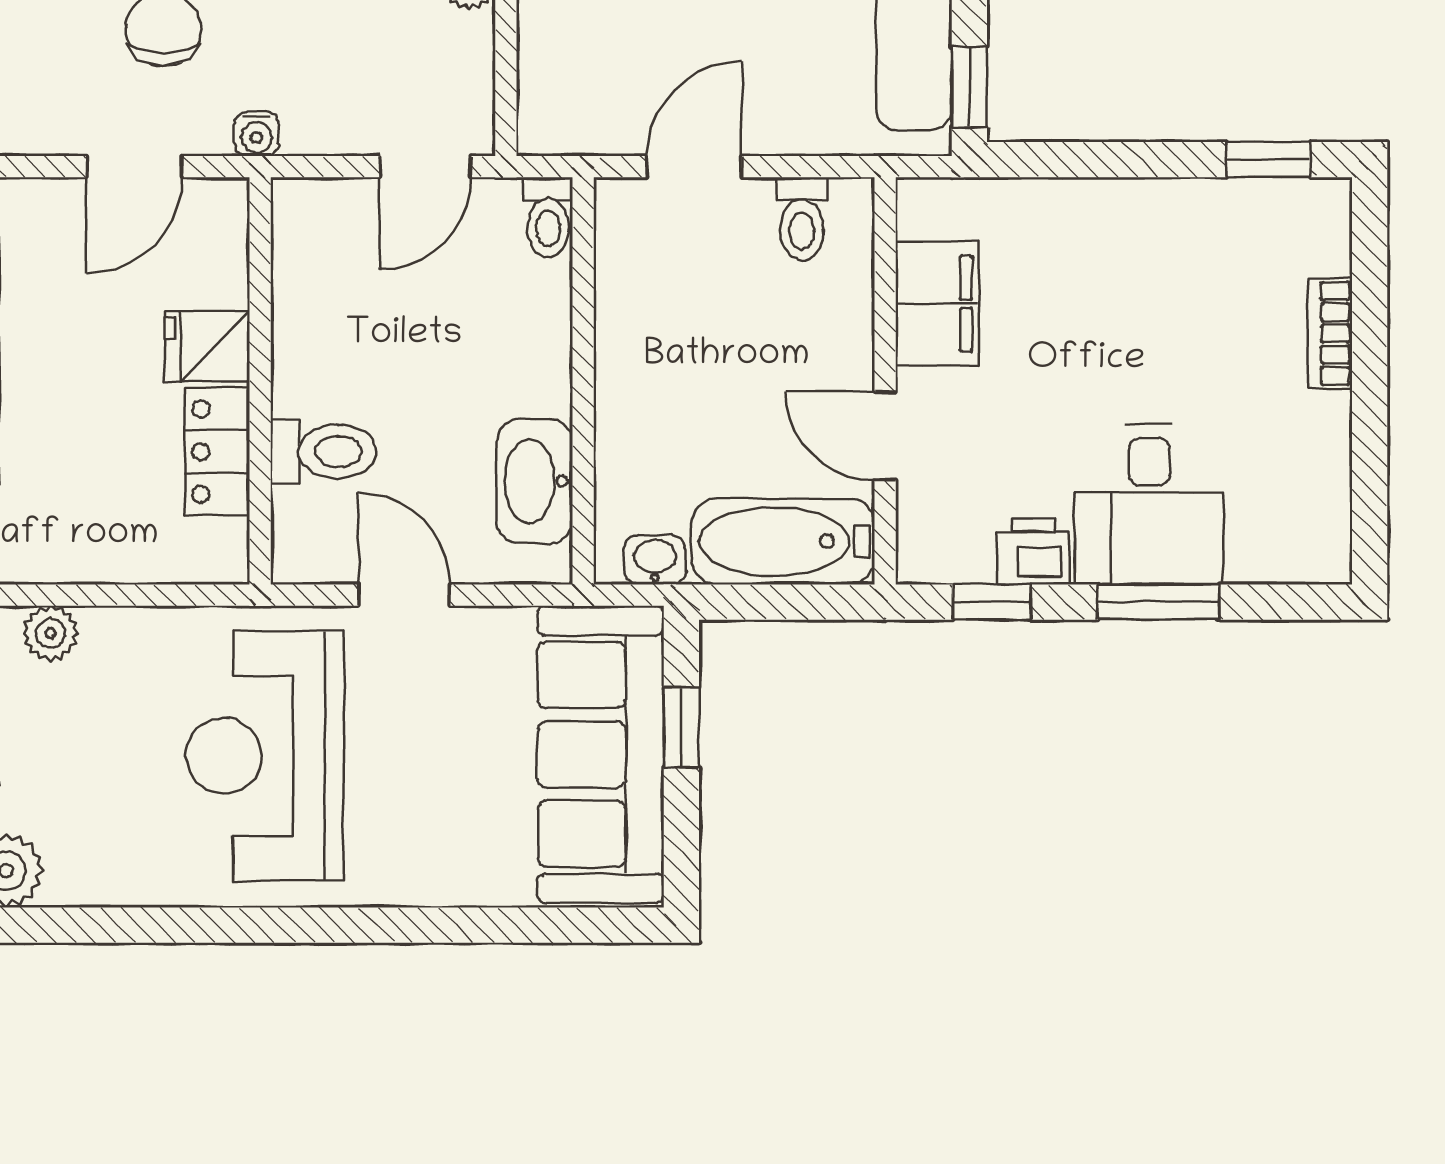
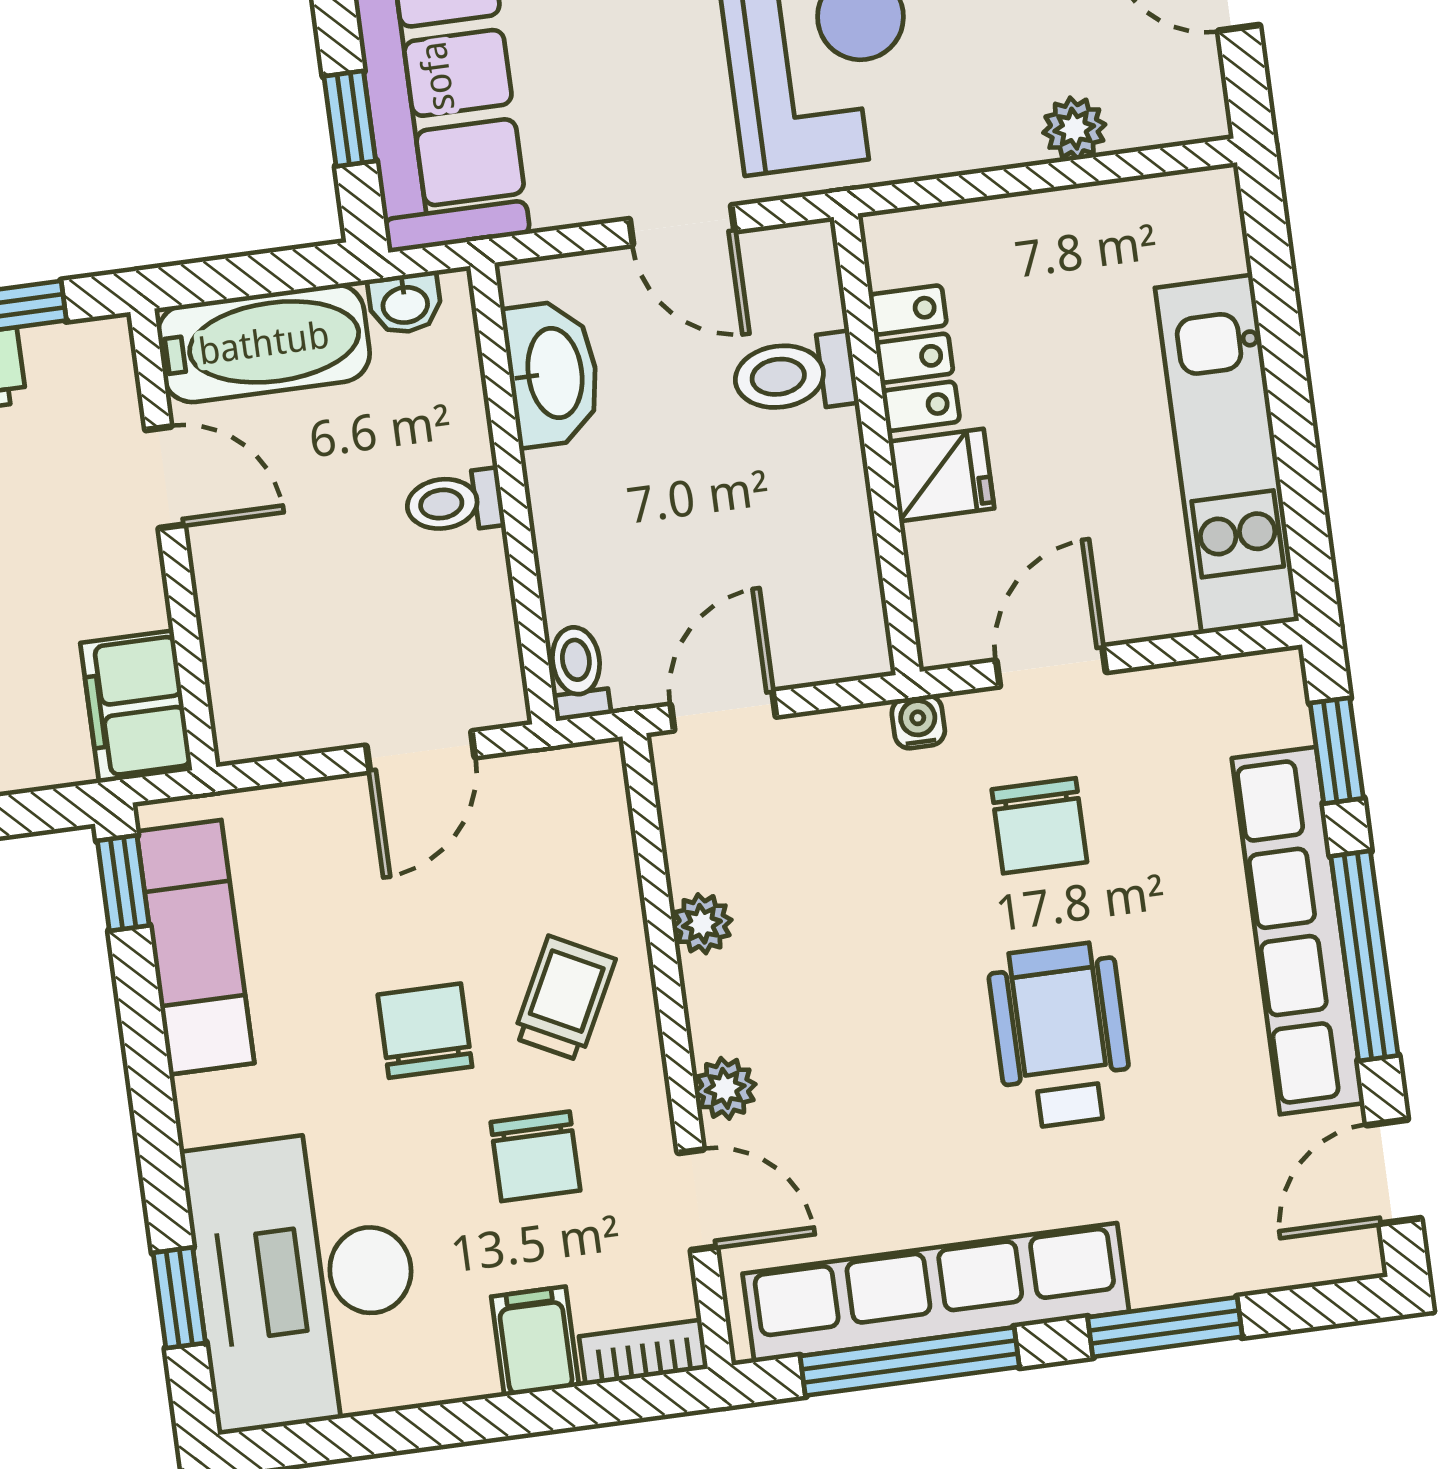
toilet: (802, 219) -> (454, 502), moved, turned -90
filing cabinet: (937, 304) -> (136, 707), moved

